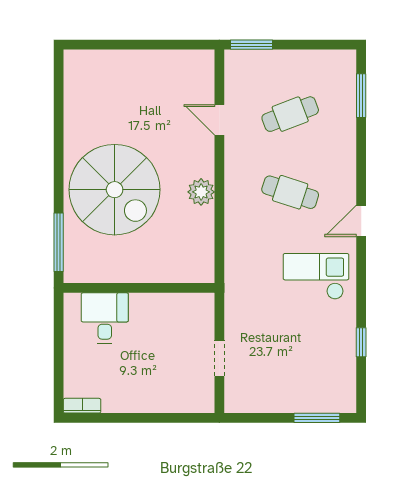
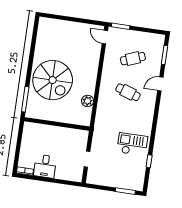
door: (219, 120) -> (105, 37), moved
plant: (201, 192) -> (88, 101), moved
door: (361, 221) -> (160, 84), moved
checkout: (316, 276) -> (132, 144), moved
desk: (105, 318) -> (45, 166), moved, turned 180

